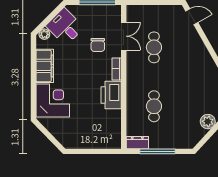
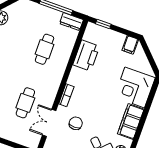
printer: (111, 95) -> (86, 56), moved
filing cabinet: (72, 140) -> (130, 45), added
window: (106, 151) -> (103, 24), added

